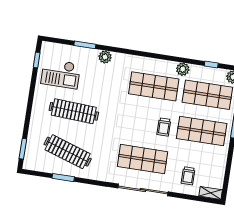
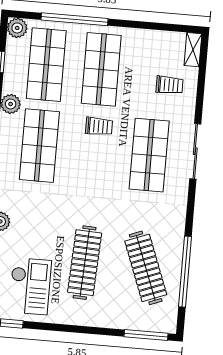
window: (23, 149) -> (146, 335), width x1.44
clothes rail: (68, 152) -> (146, 268), turned -39
window: (63, 178) -> (185, 272), width x2.11
sliding door: (143, 190) -> (195, 151), width x0.73

